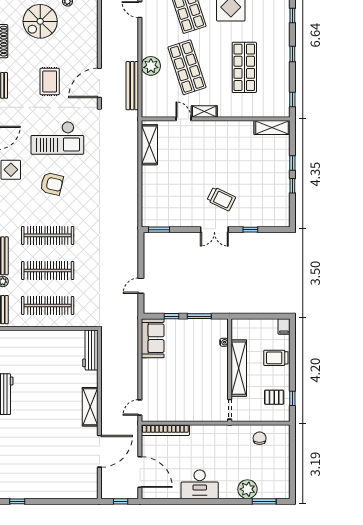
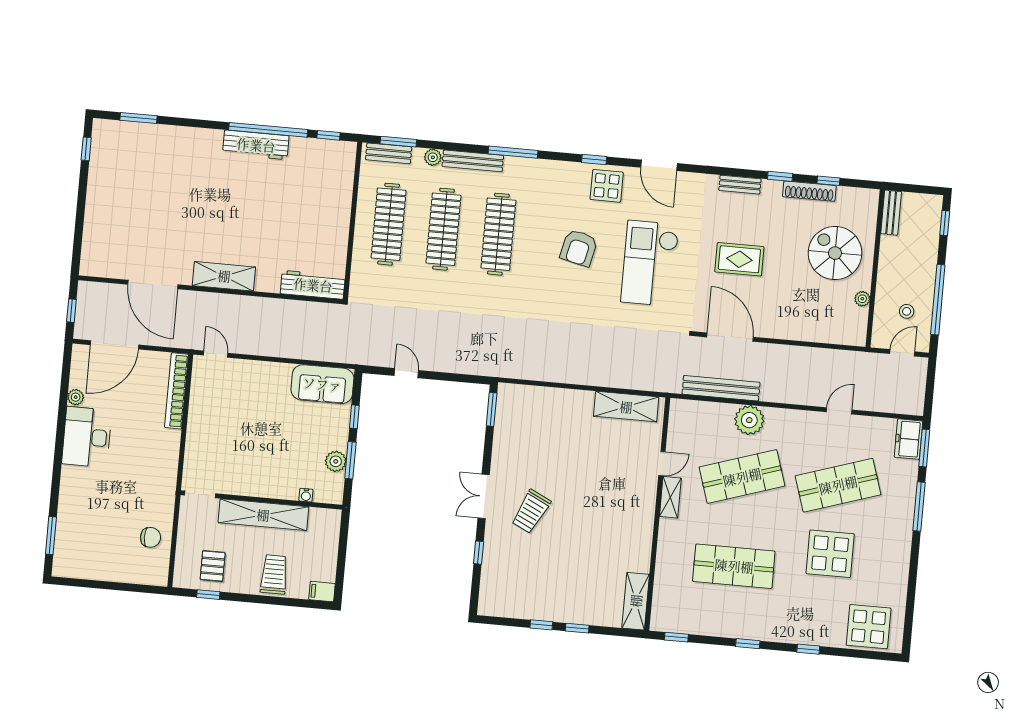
plant: (201, 325) -> (336, 461), added
plant: (247, 489) -> (76, 397), moved, width x0.53, depth x0.53

